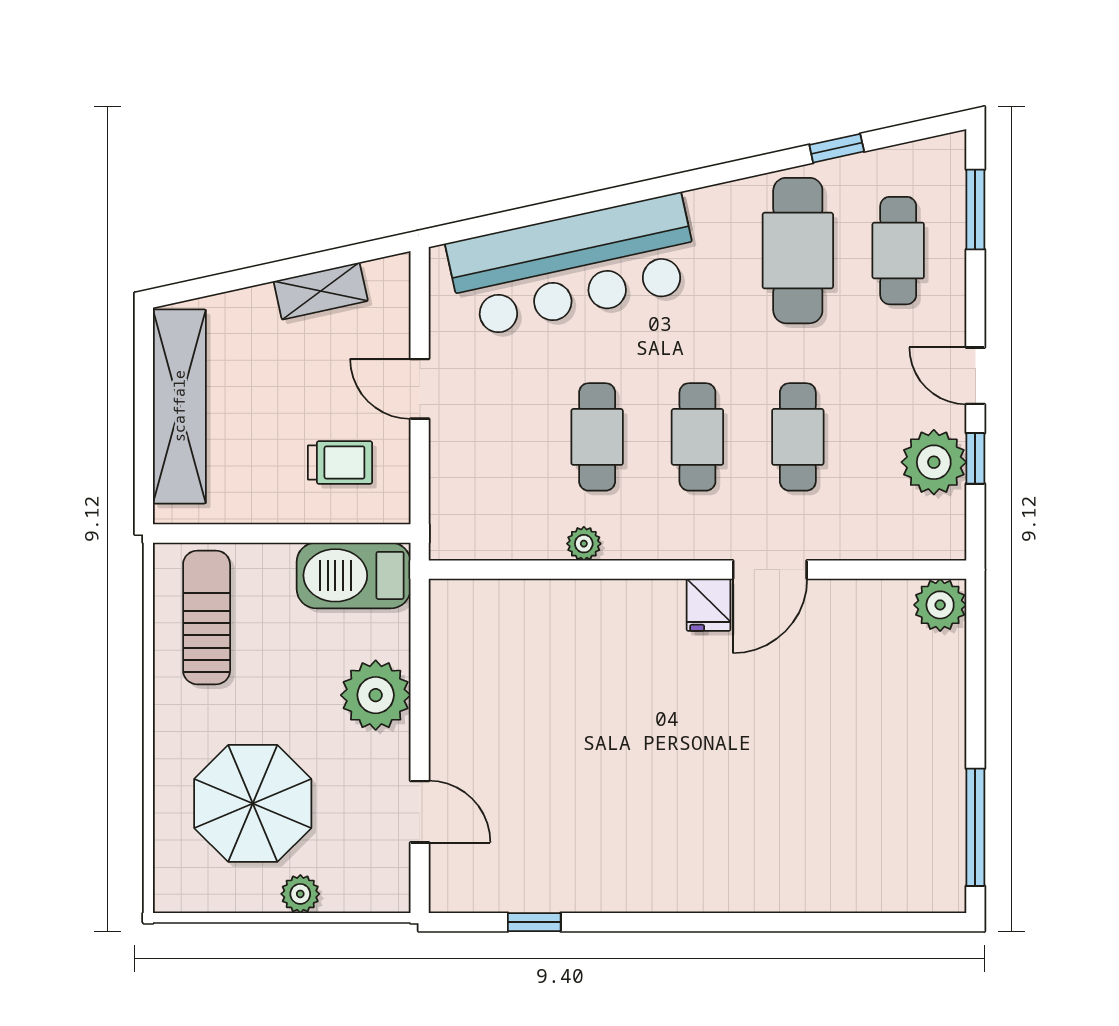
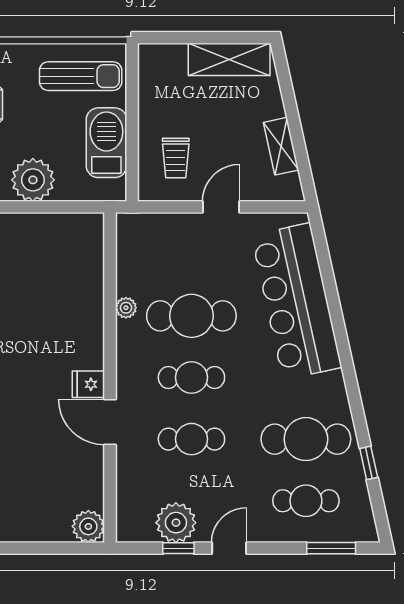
shelving: (179, 406) -> (229, 59), width x0.68
cafe table: (597, 437) -> (191, 316), width x1.37, depth x1.35
barbecue: (354, 575) -> (106, 143), moved

